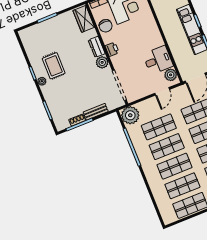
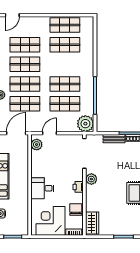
dresser: (97, 47) -> (91, 194), removed
desk: (158, 60) -> (42, 188), moved
shop shelf: (175, 166) -> (65, 64), removed

